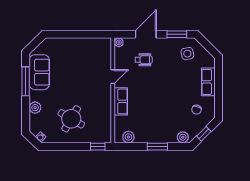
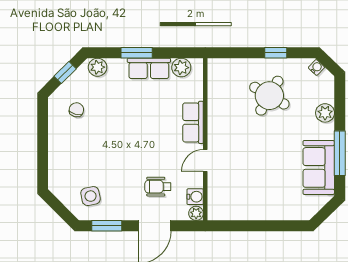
water cooler: (119, 53) -> (195, 197), added
row of seats: (208, 82) -> (149, 68), moved, turned 90
window: (98, 147) -> (276, 53), moved

